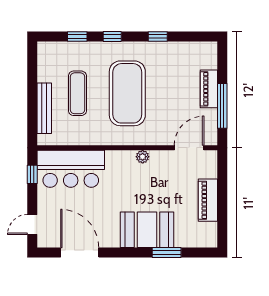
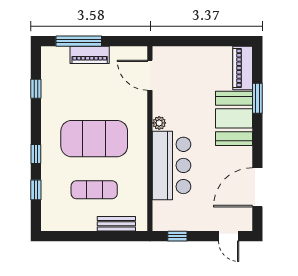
window: (158, 36) -> (36, 89), moved
window: (222, 106) -> (79, 41), moved
bench: (44, 108) -> (116, 224), width x0.73
bar counter: (71, 169) -> (172, 165), moved
piano: (208, 200) -> (243, 68), moved, turned 90

